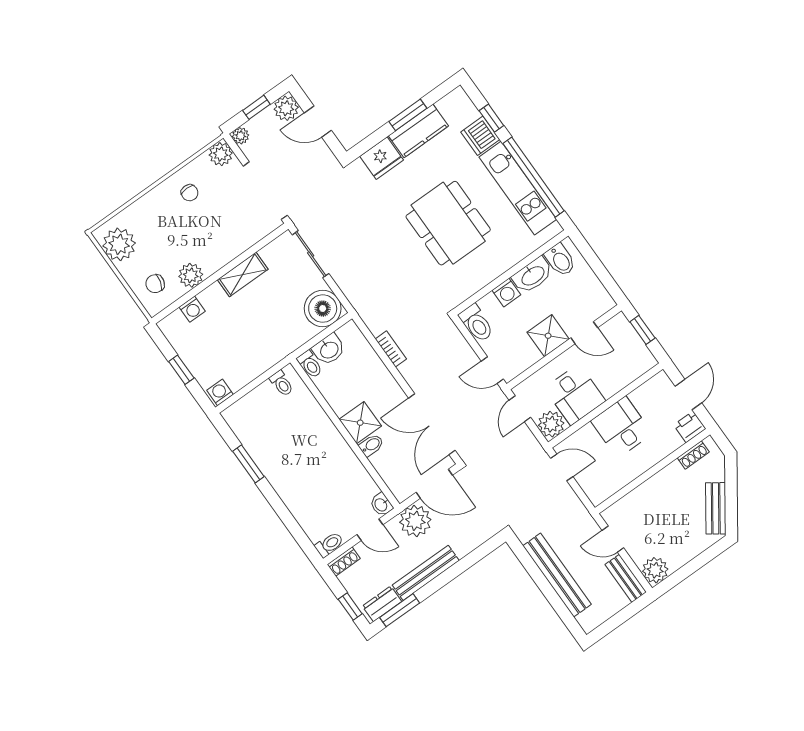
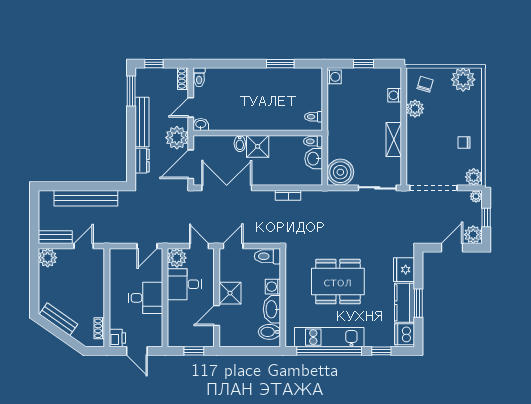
dishwasher: (480, 136) -> (404, 334), moved, turned -90
dresser: (382, 604) -> (142, 161), moved

